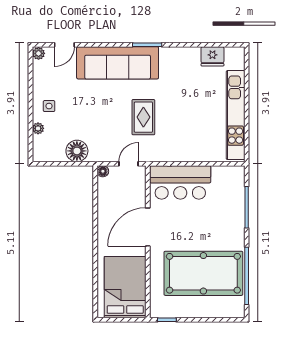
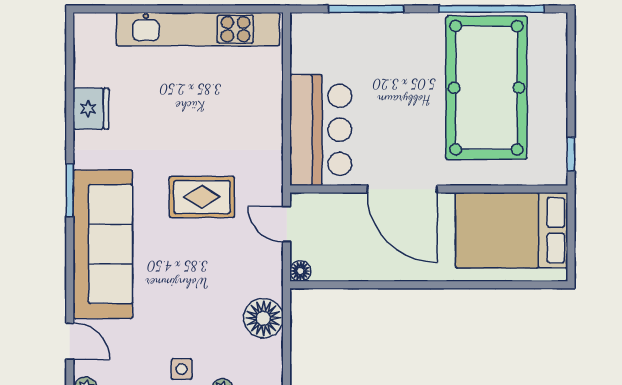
fridge: (212, 56) -> (91, 109), moved

